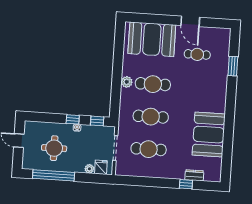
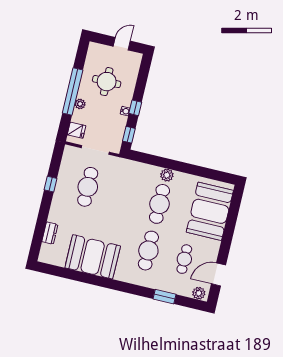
door: (190, 21) -> (219, 274), moved
plant: (225, 37) -> (199, 293), added
cafe table: (151, 117) -> (148, 251), moved
plant: (89, 169) -> (80, 104), moved
window: (54, 175) -> (73, 91), moved
window: (186, 184) -> (50, 184), moved

